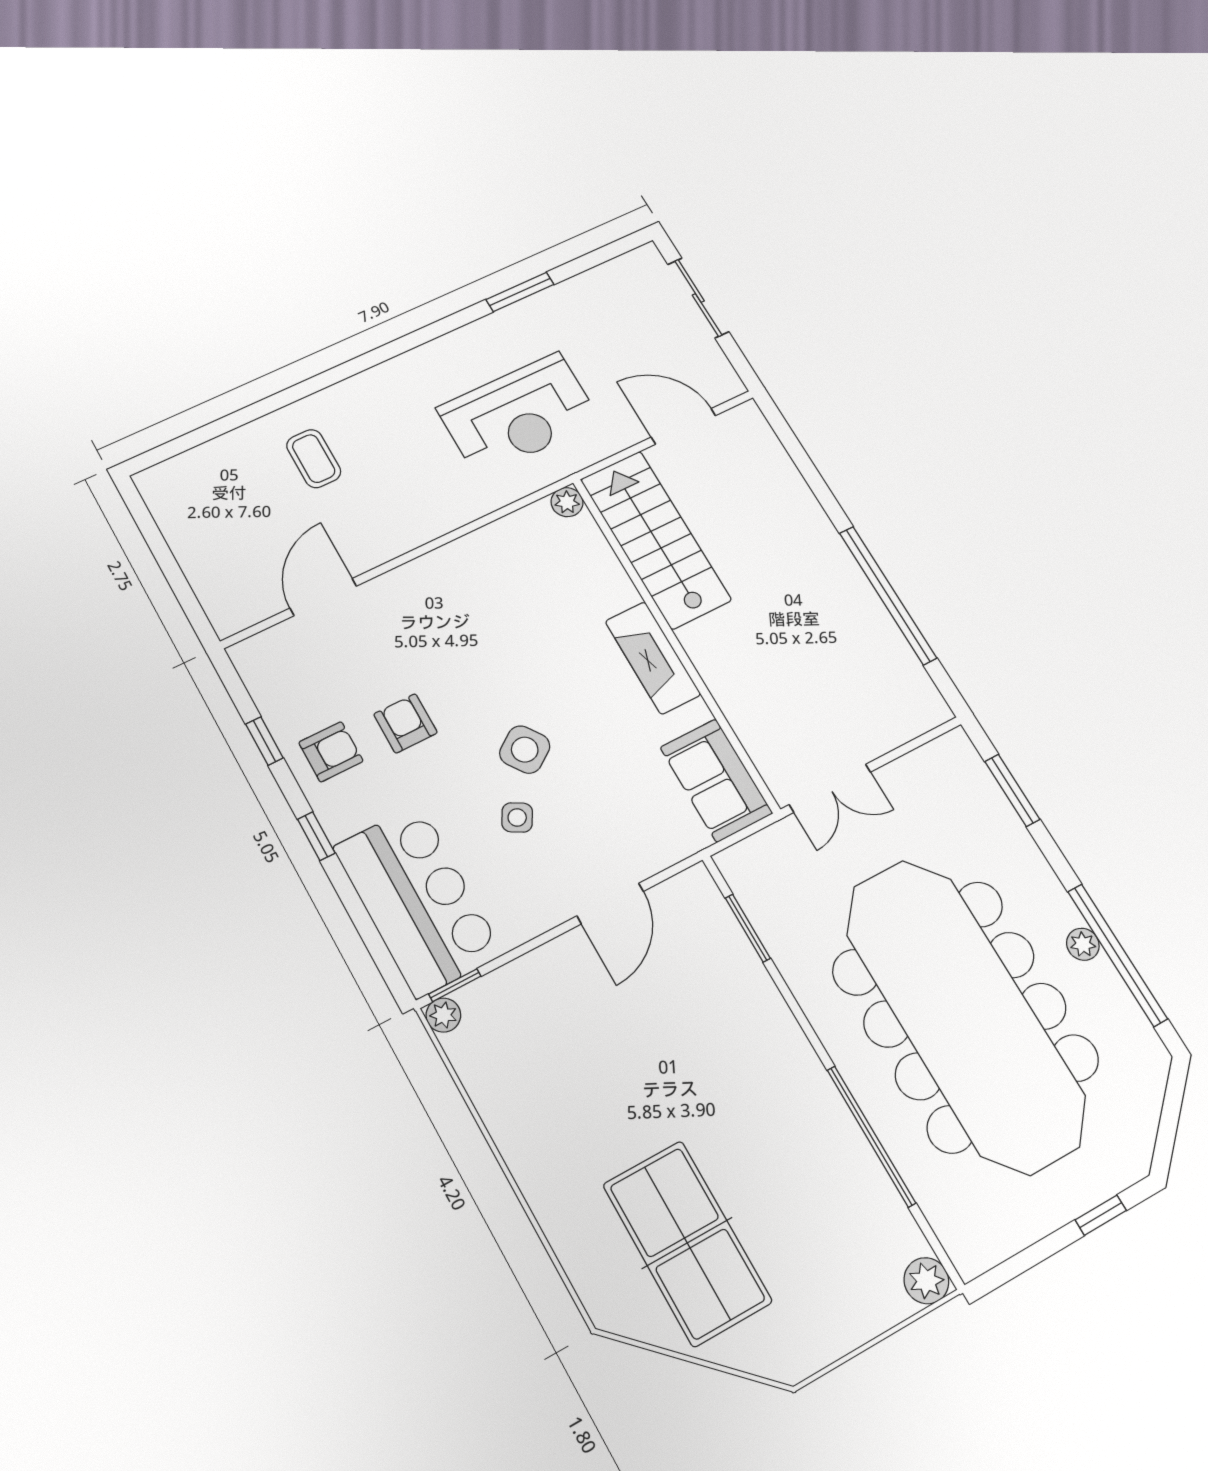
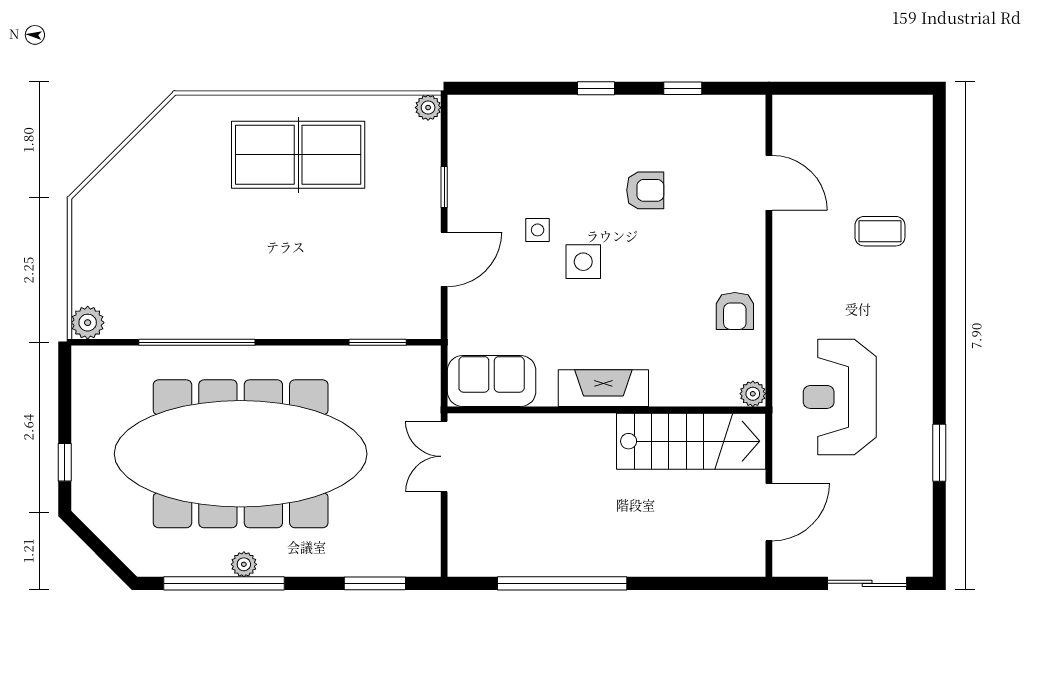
side table: (525, 750) -> (583, 262), turned 35
armchair: (331, 752) -> (735, 311), moved
side table: (517, 817) -> (538, 230), turned -30
bar counter: (418, 900) -> (515, 132), removed
door: (610, 904) -> (444, 259), swing flipped
window: (455, 985) -> (444, 187), moved
table tennis table: (687, 1243) -> (298, 155), moved

